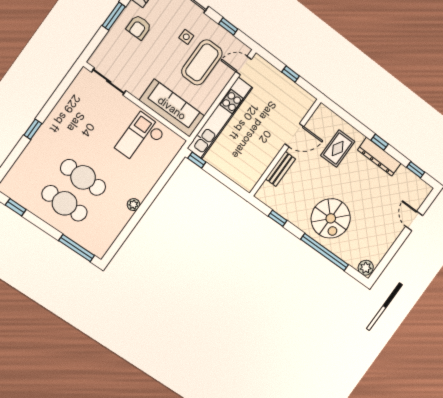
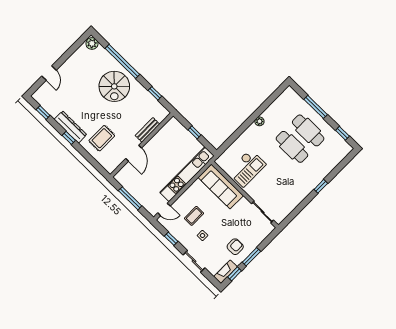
coffee table: (202, 62) -> (194, 216), width x0.54, depth x0.58
window: (291, 74) -> (130, 198), width x2.17
door: (294, 135) -> (134, 153), swing flipped
window: (197, 160) -> (195, 132), moved
spiral stairs: (331, 218) -> (114, 86), turned 180
window: (77, 248) -> (316, 107), moved

